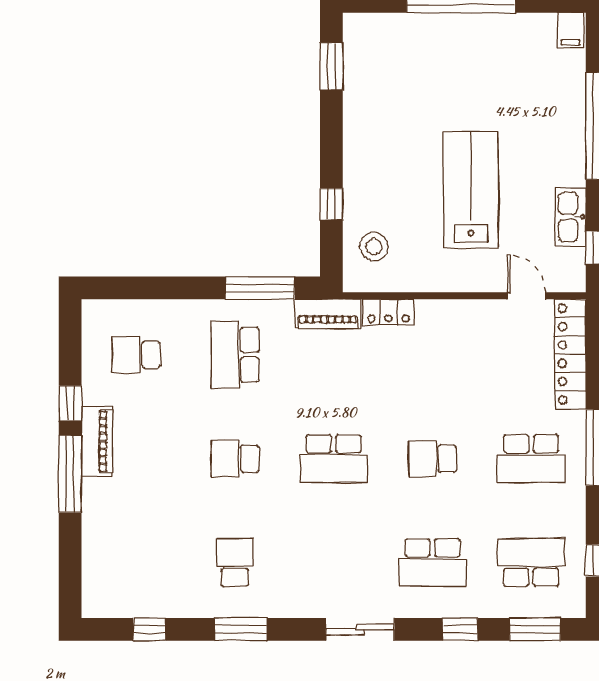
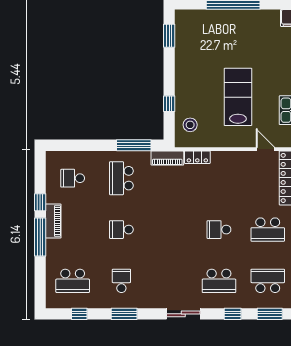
school desk: (334, 459) -> (73, 281), moved

